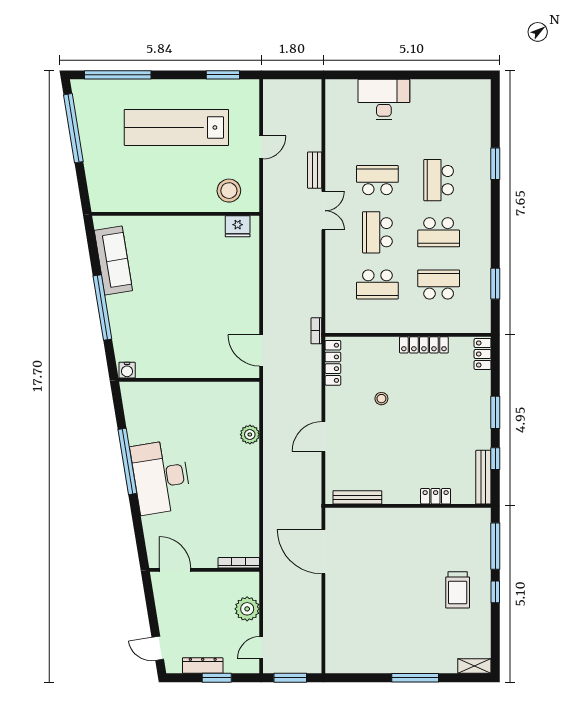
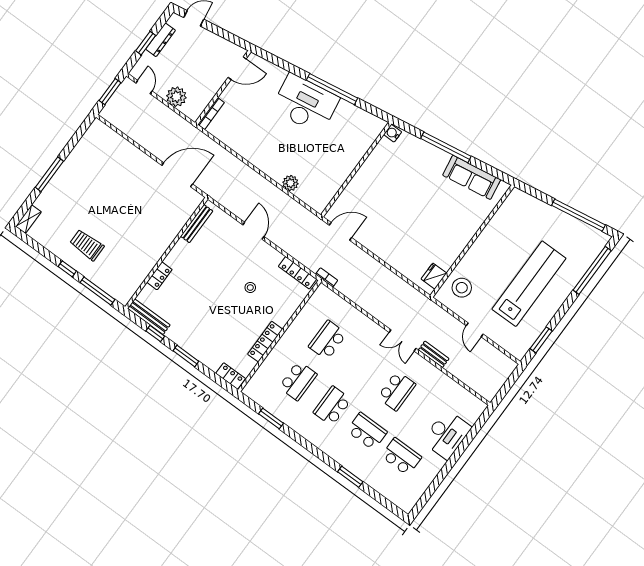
school desk: (377, 232) -> (401, 457), moved

